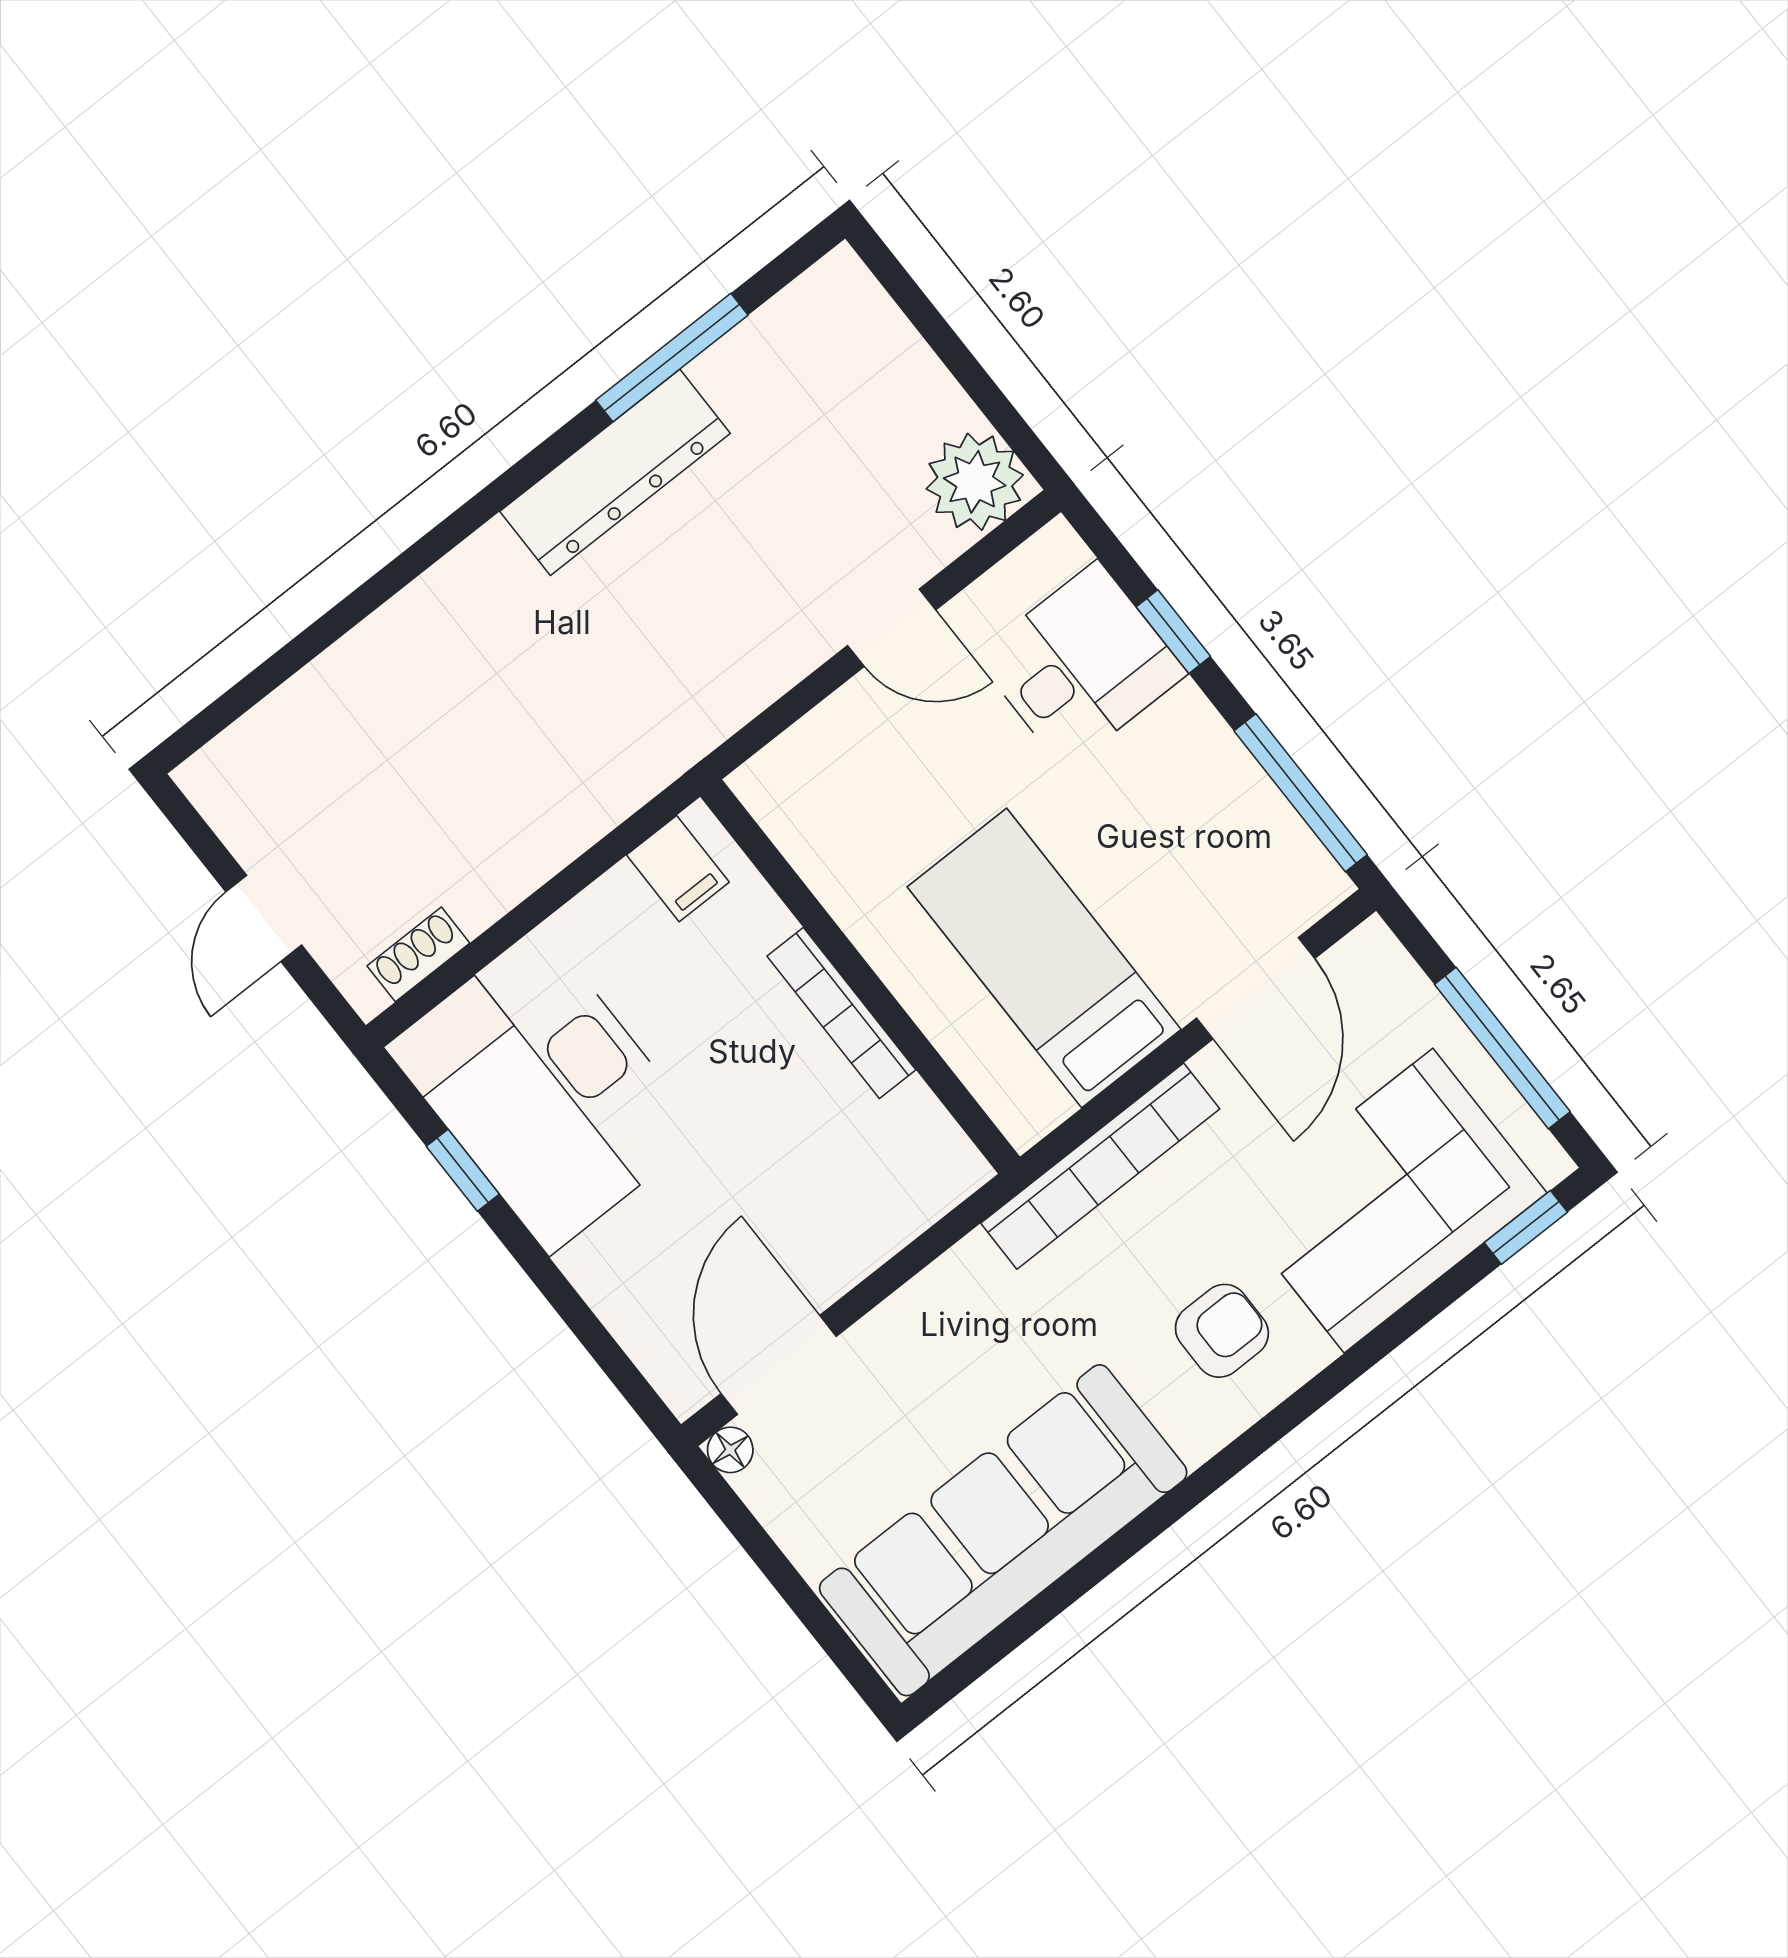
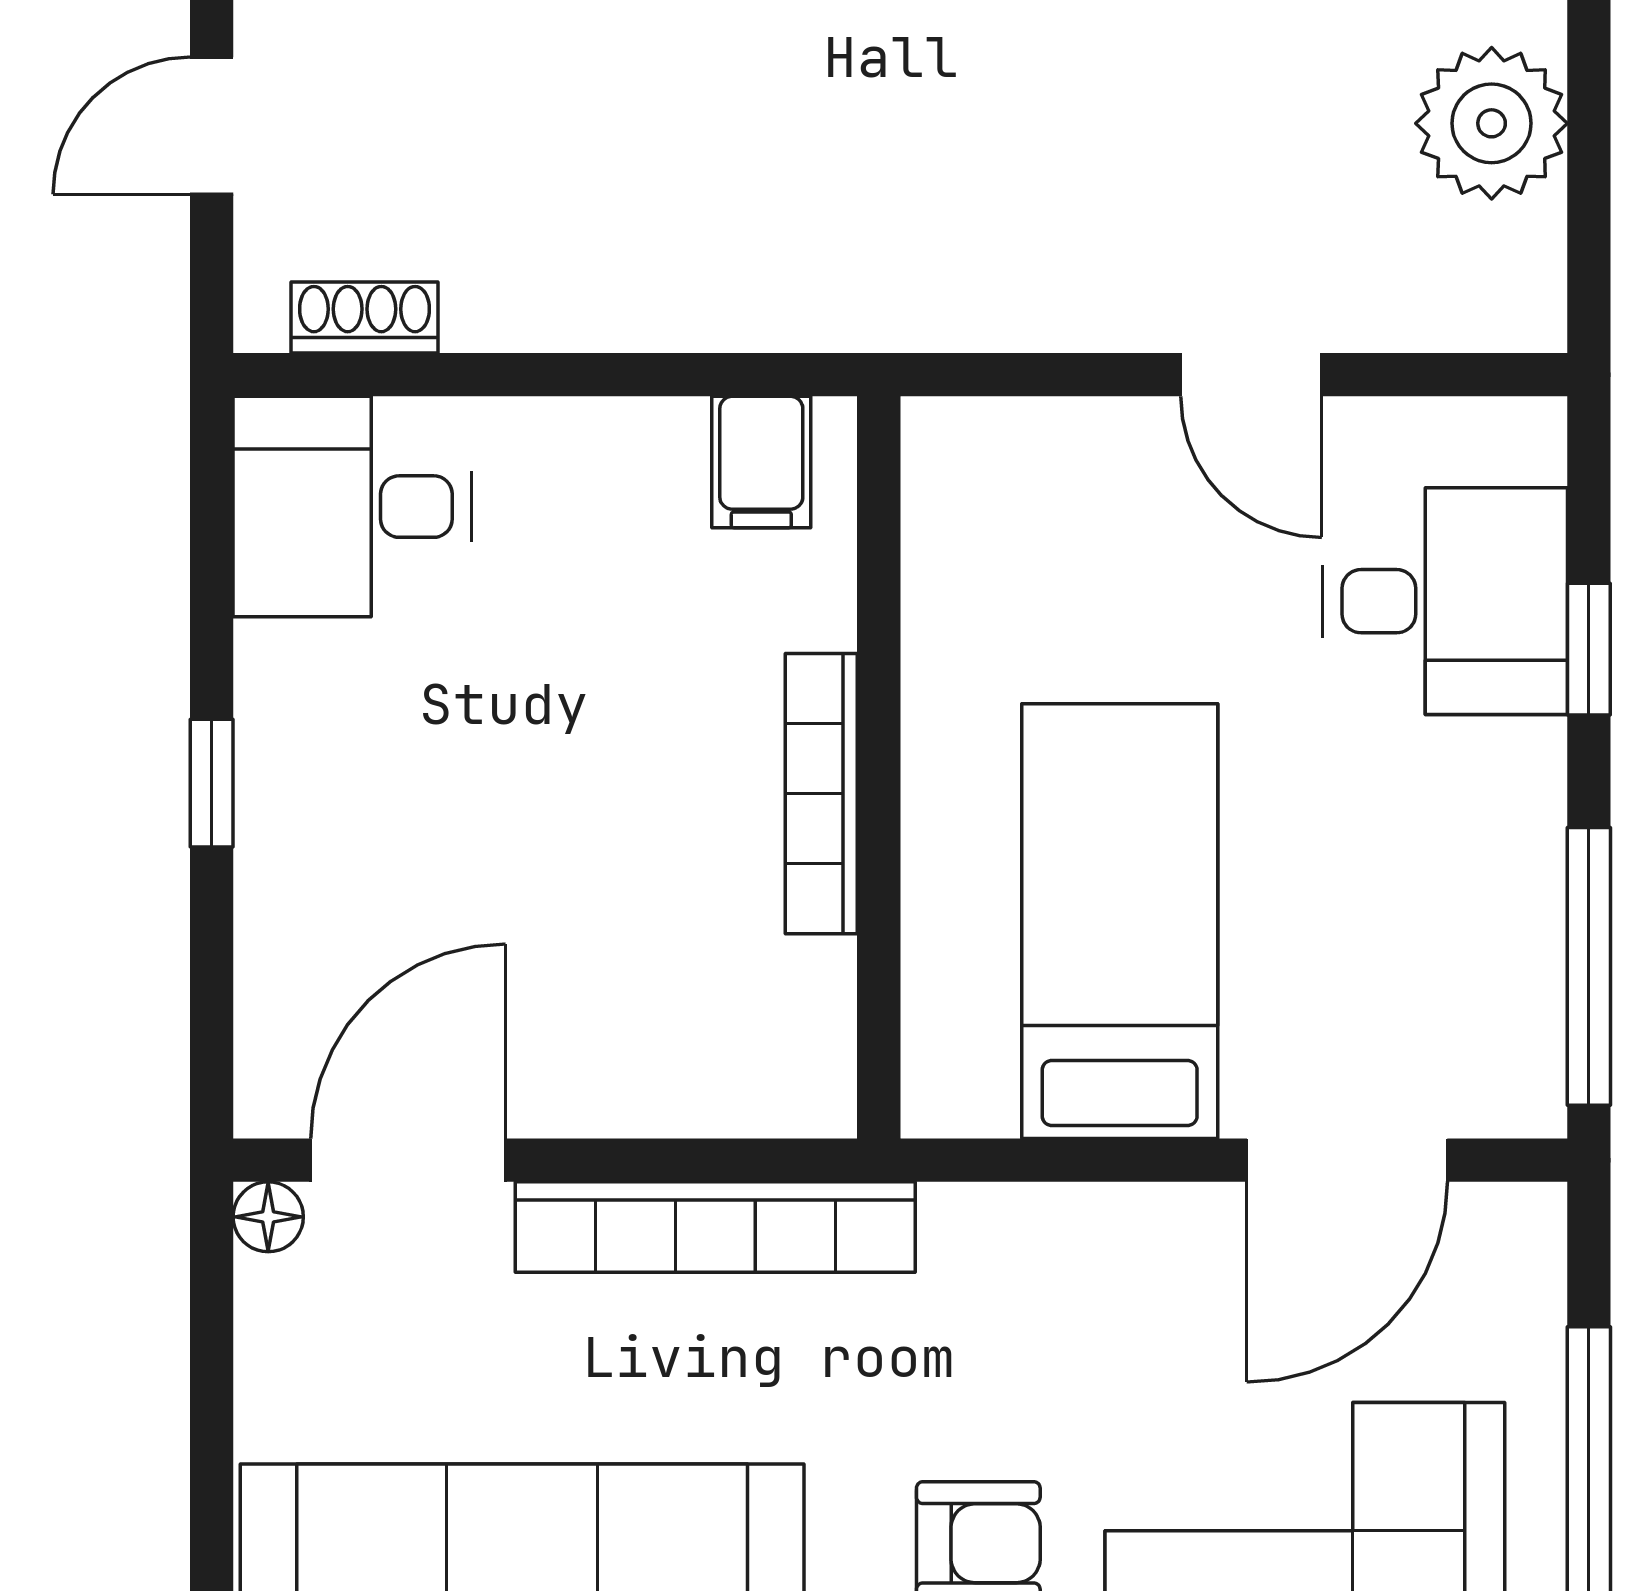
plant: (975, 482) -> (1492, 123), moved
desk: (545, 1090) -> (352, 507), width x0.53, depth x0.77
bookcase: (1100, 1166) -> (715, 1227), moved
window: (463, 1170) -> (212, 783), moved

